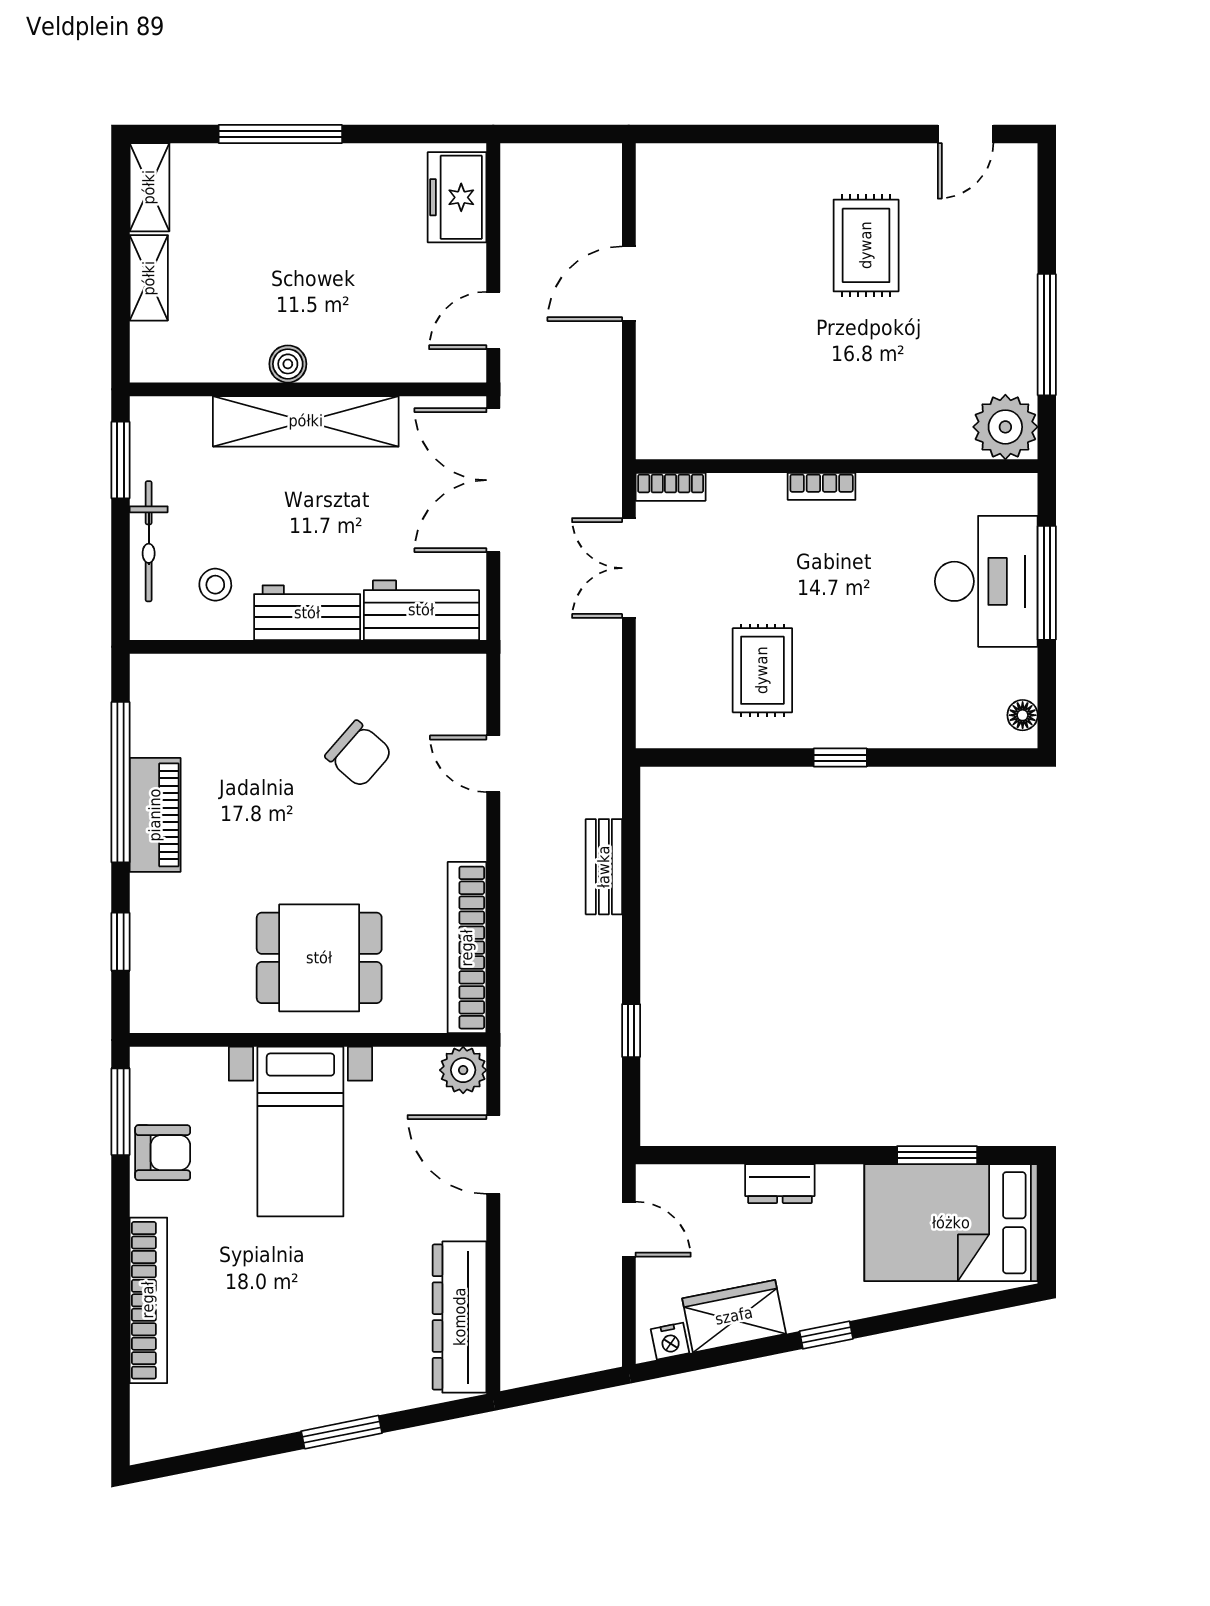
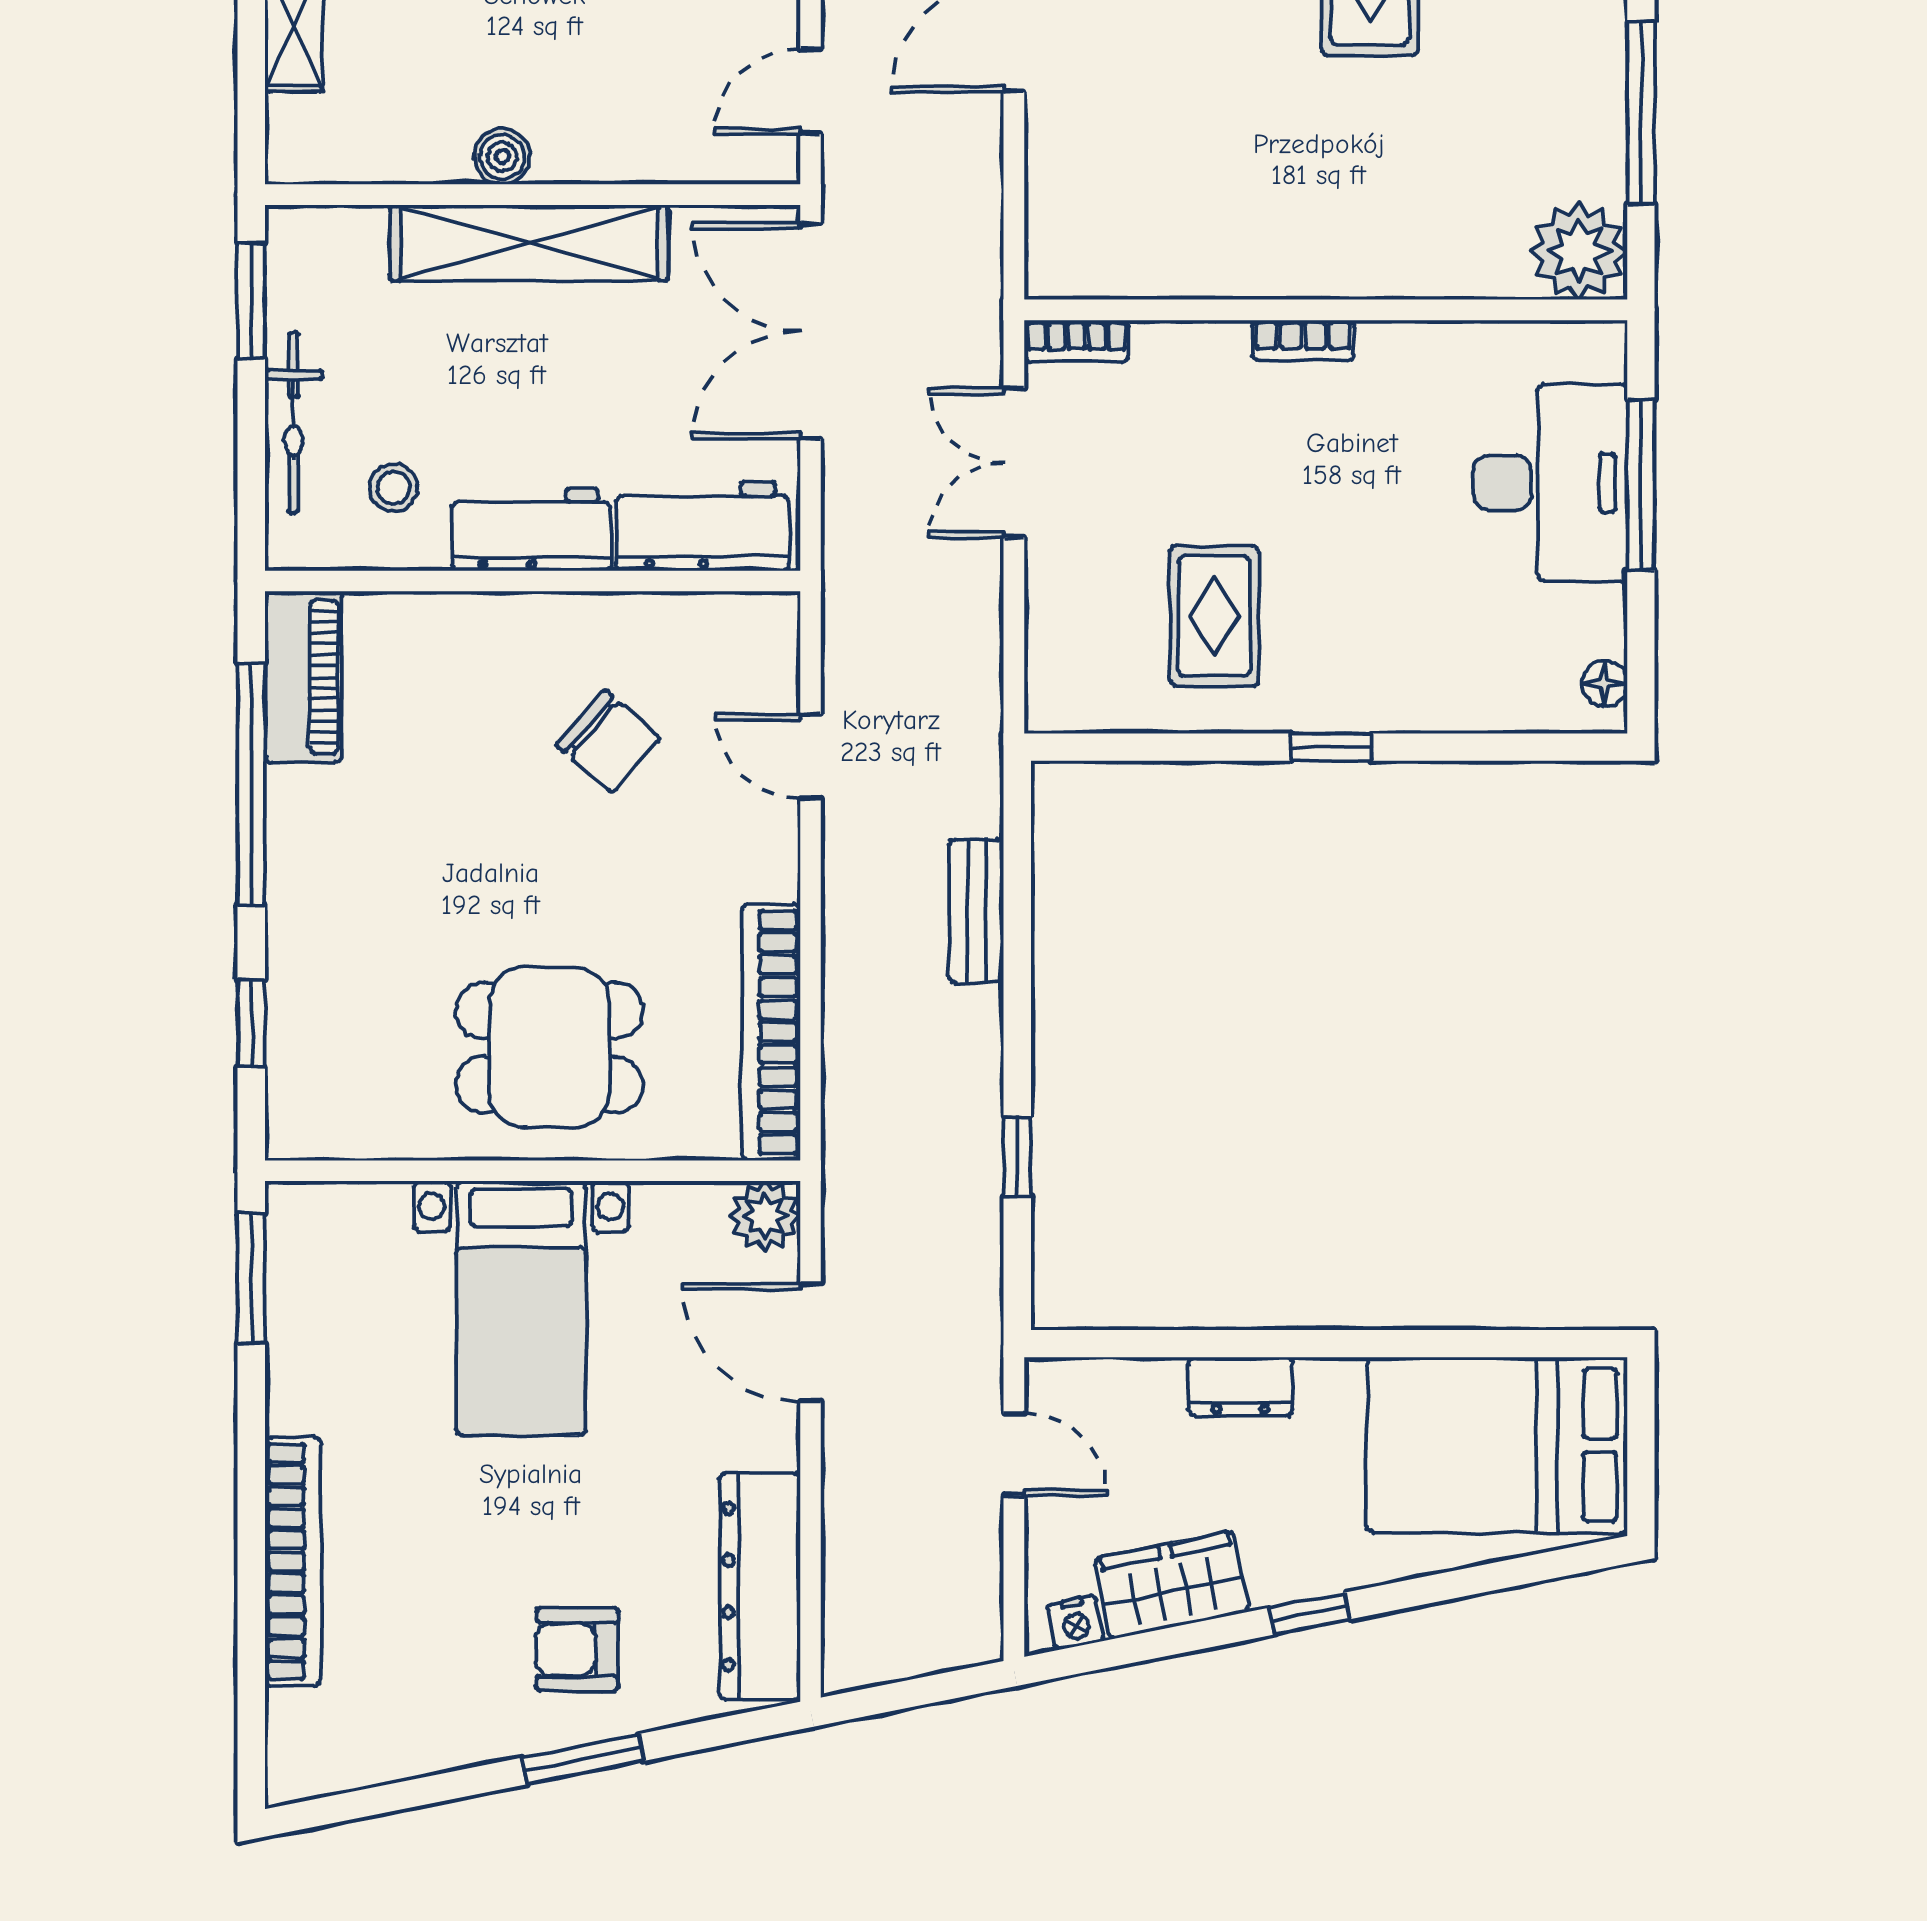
piano: (155, 815) -> (303, 677), moved
armchair: (163, 1153) -> (577, 1649), moved, turned 180
window: (937, 1155) -> (1476, 1344), removed

